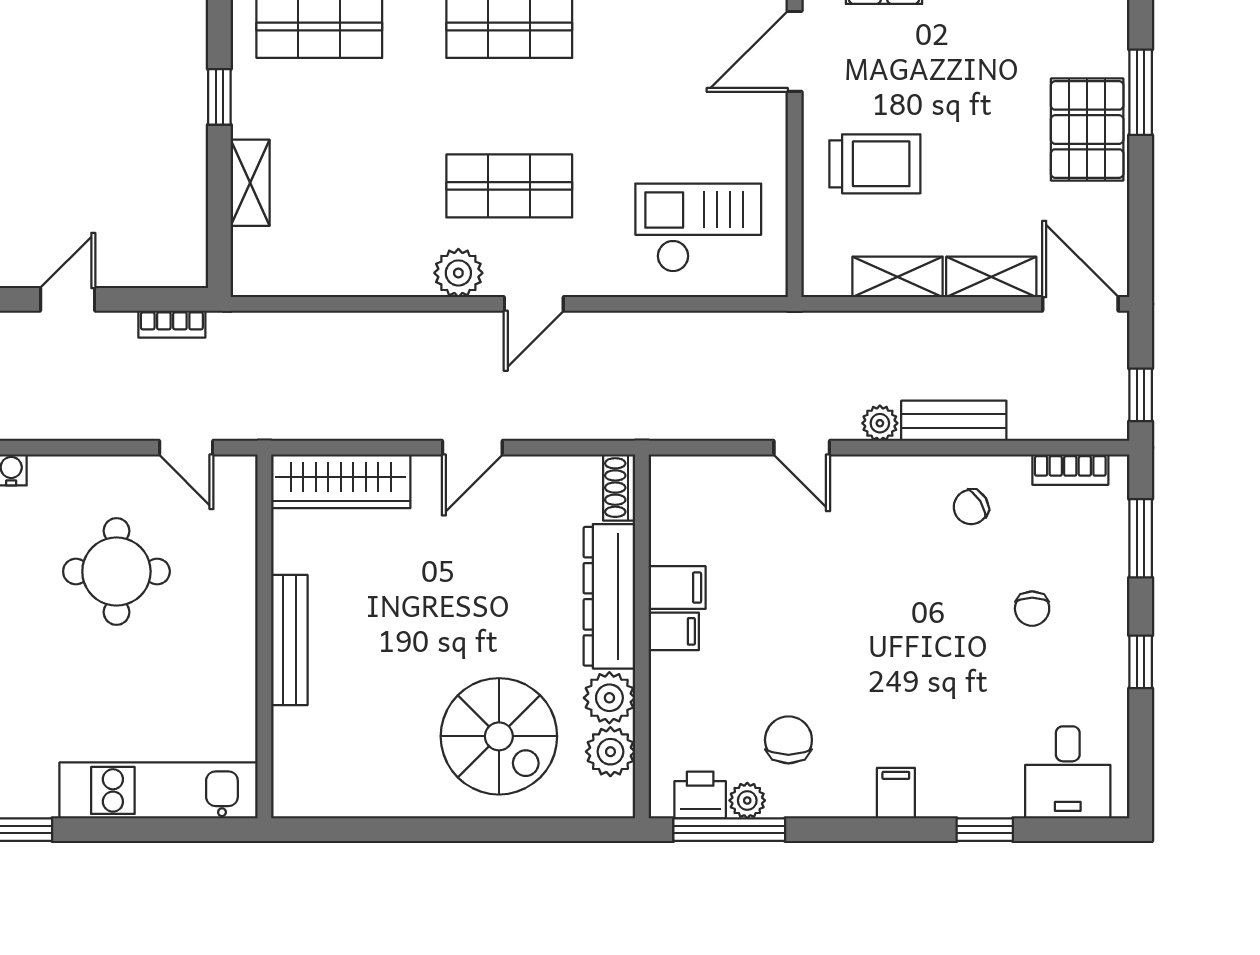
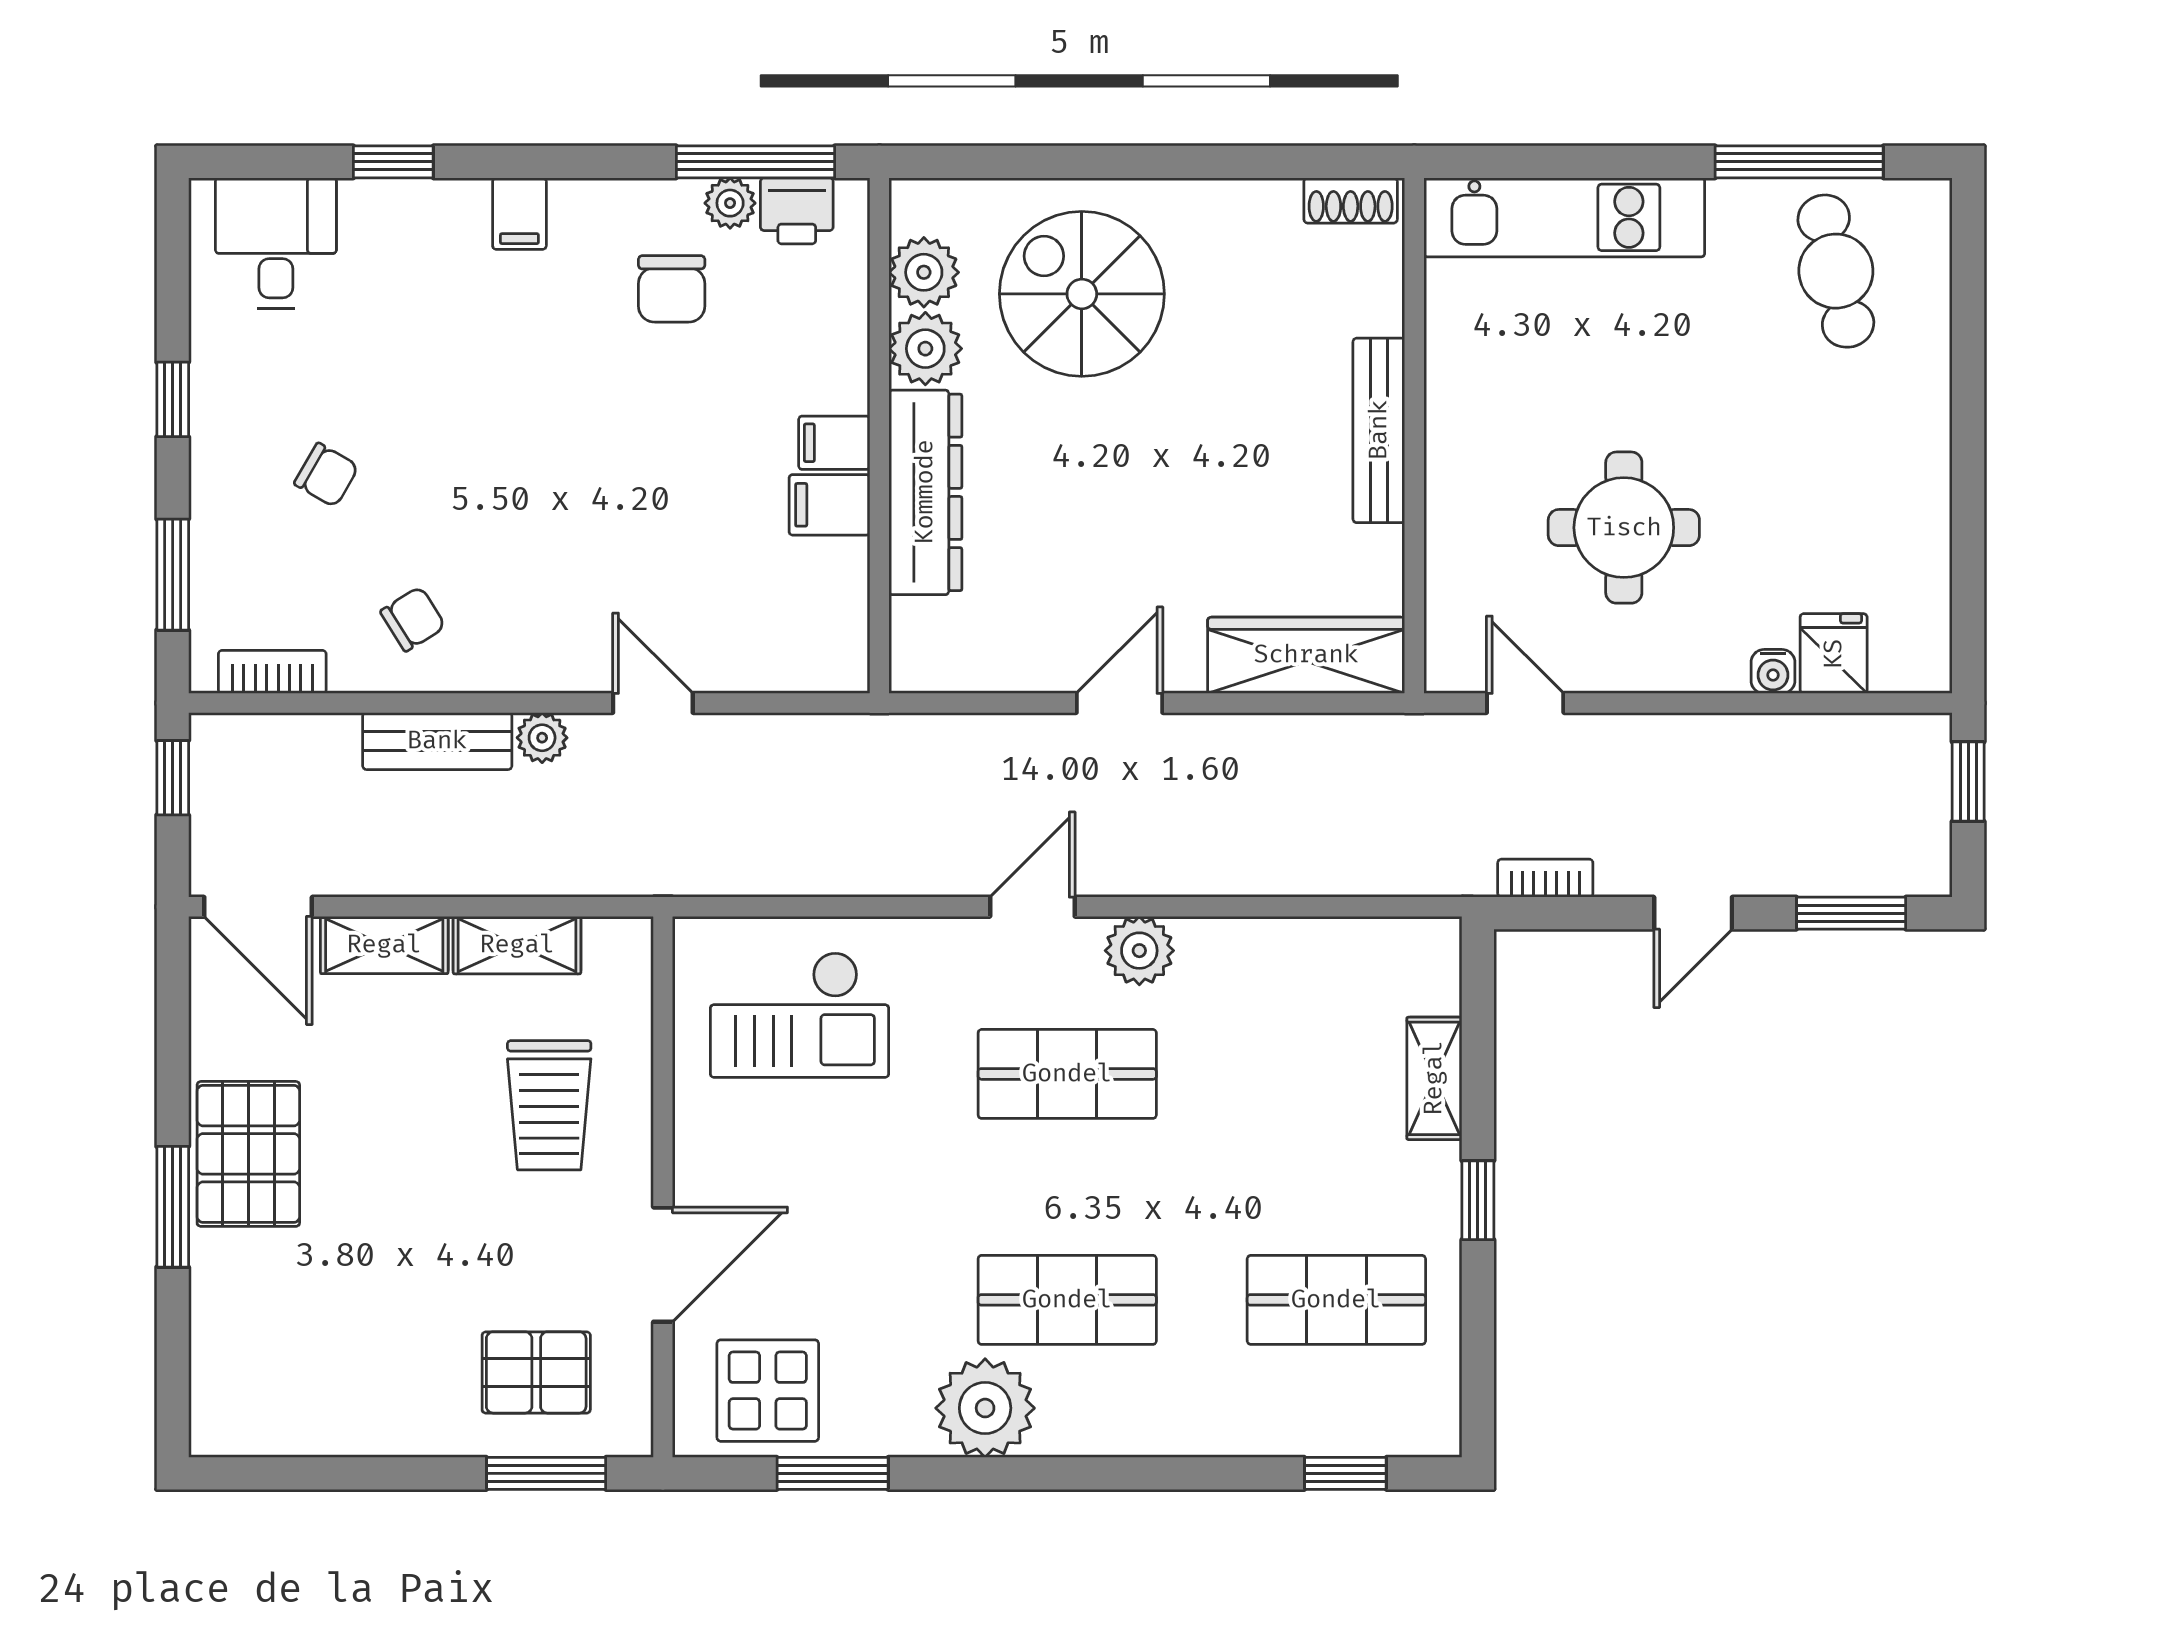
trolley: (875, 164) -> (549, 1105), turned -90
shoe rack: (619, 488) -> (1351, 200), moved, turned 90
chair: (1032, 609) -> (326, 475), turned 120

